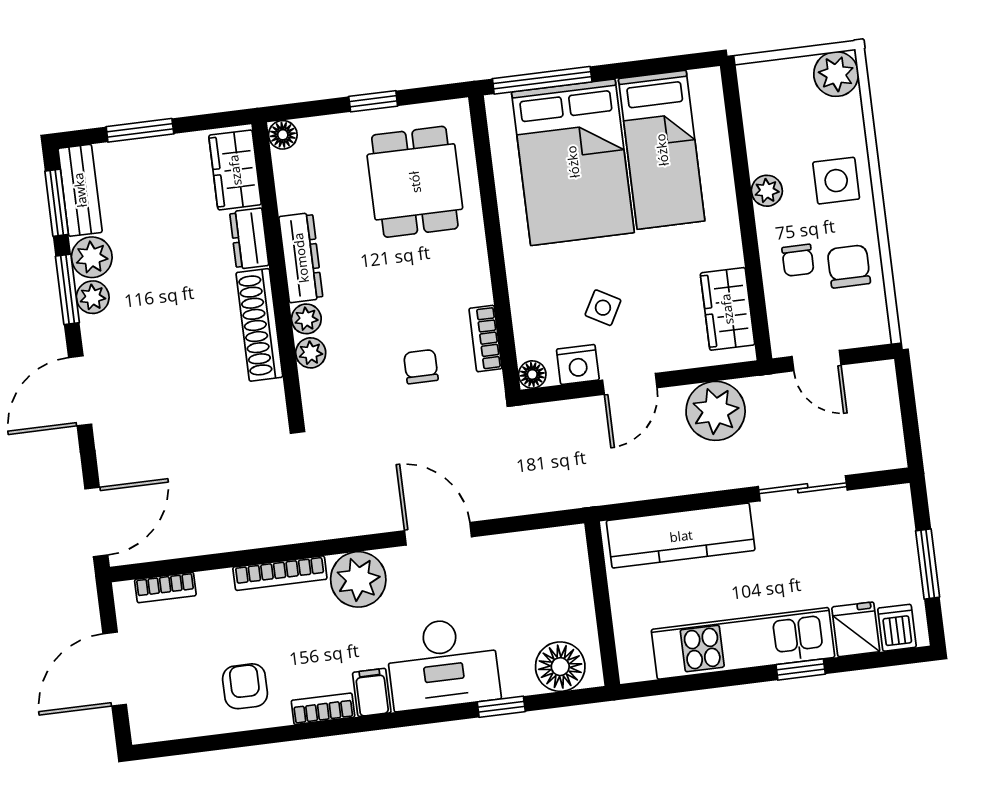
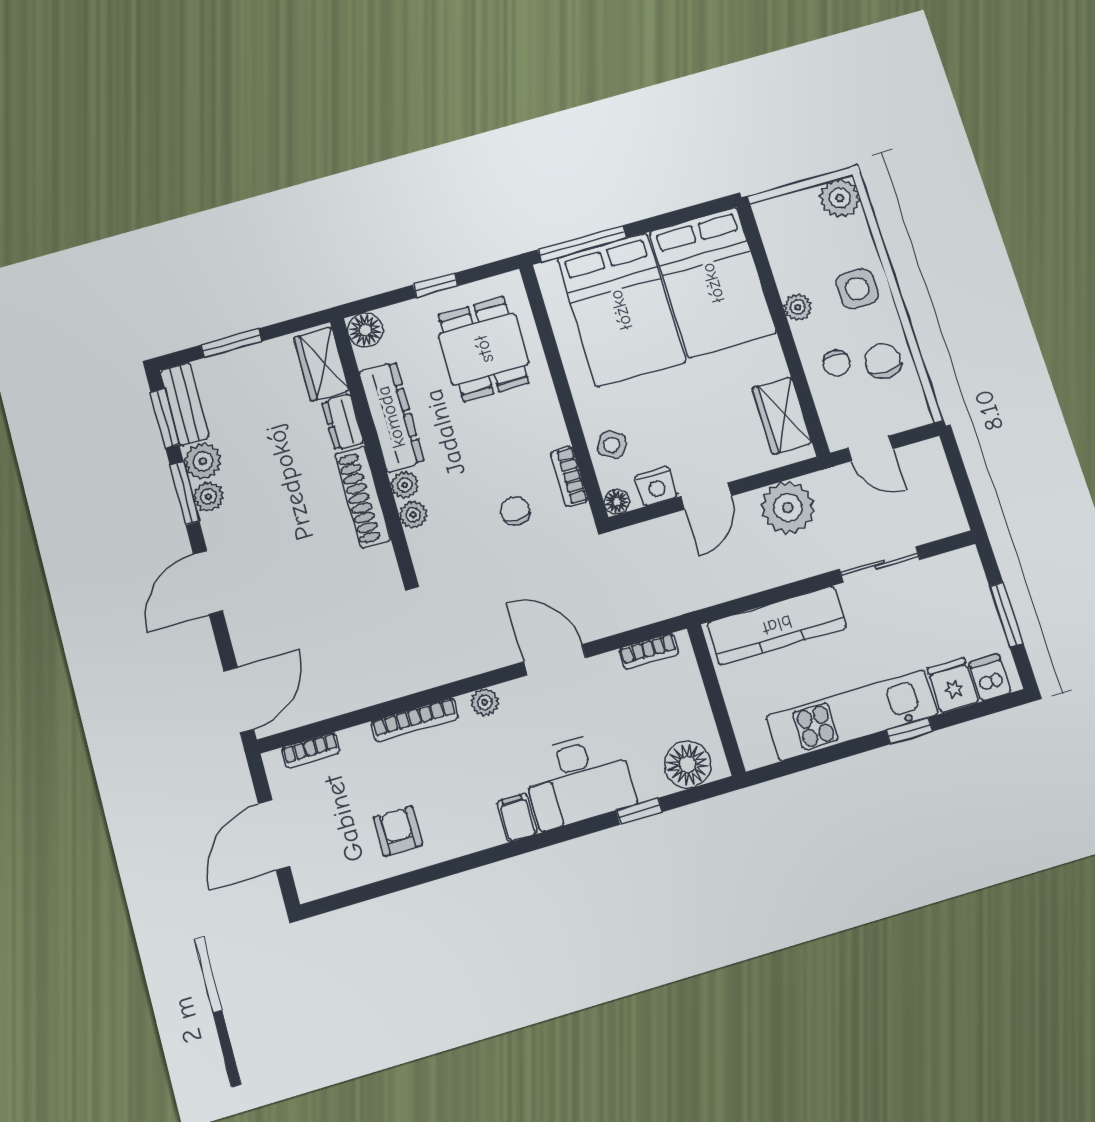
floor lamp: (283, 135) -> (365, 330), width x1.37, depth x1.37
bed: (662, 150) -> (713, 283), width x1.50
dresser: (301, 258) -> (391, 417), width x1.37, depth x1.24
side table: (603, 308) -> (612, 445), moved
plant: (358, 579) -> (485, 702), width x0.53, depth x0.53
bookcase: (323, 709) -> (649, 652), moved, turned 180

